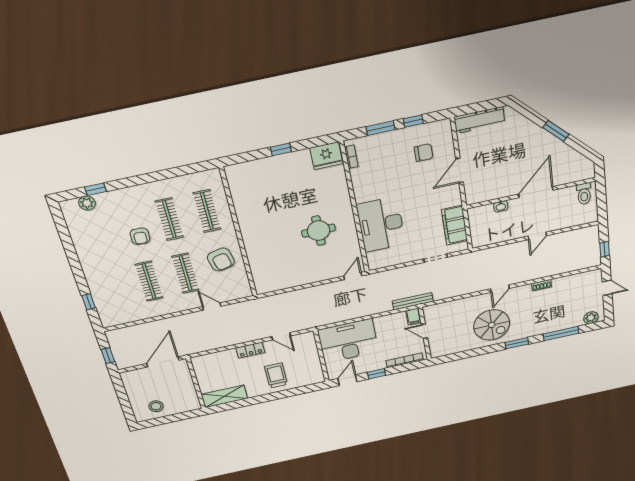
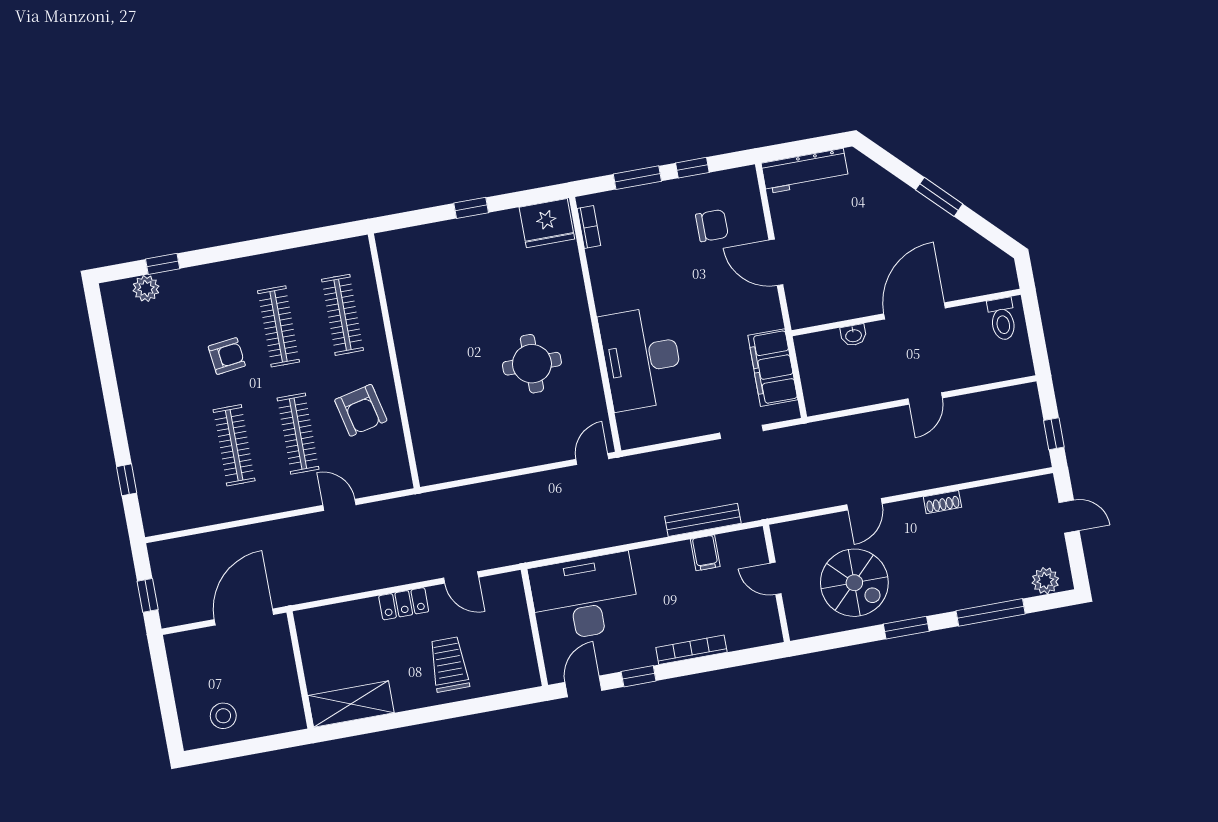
door: (460, 171) -> (776, 262), hinge flipped
armchair: (140, 236) -> (227, 356), turned -98
door: (424, 331) -> (775, 578), moved
wall: (425, 334) -> (776, 583), moved

